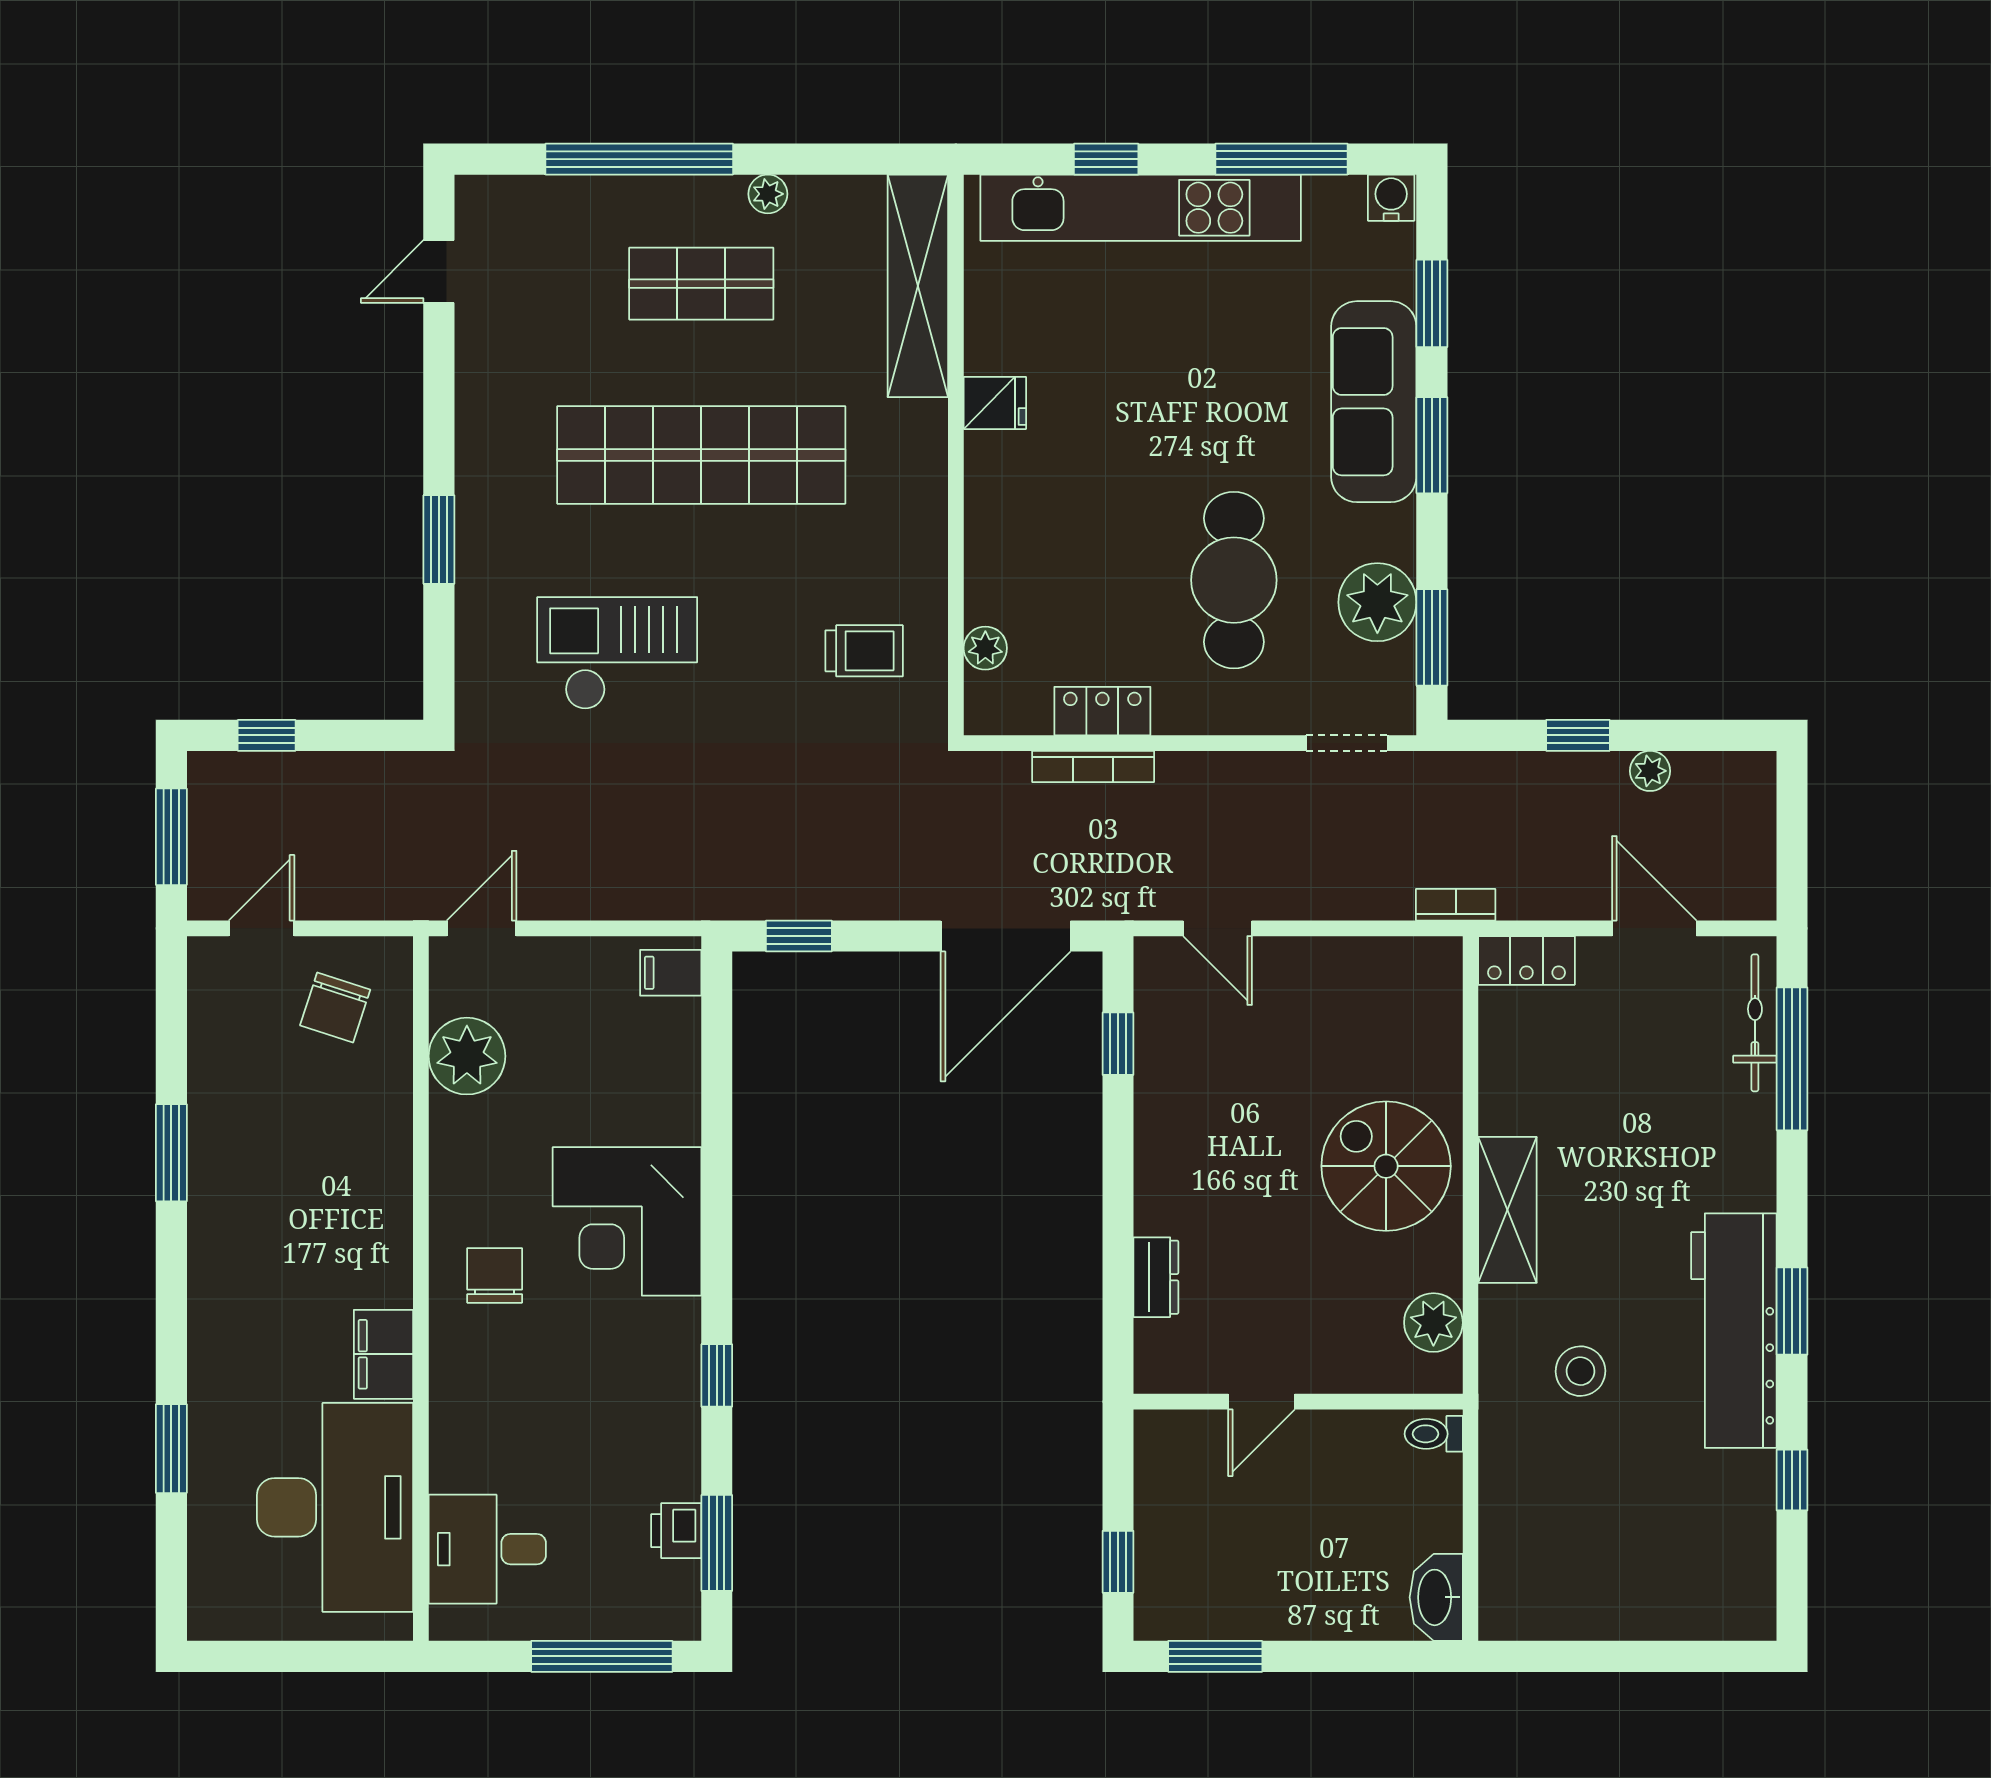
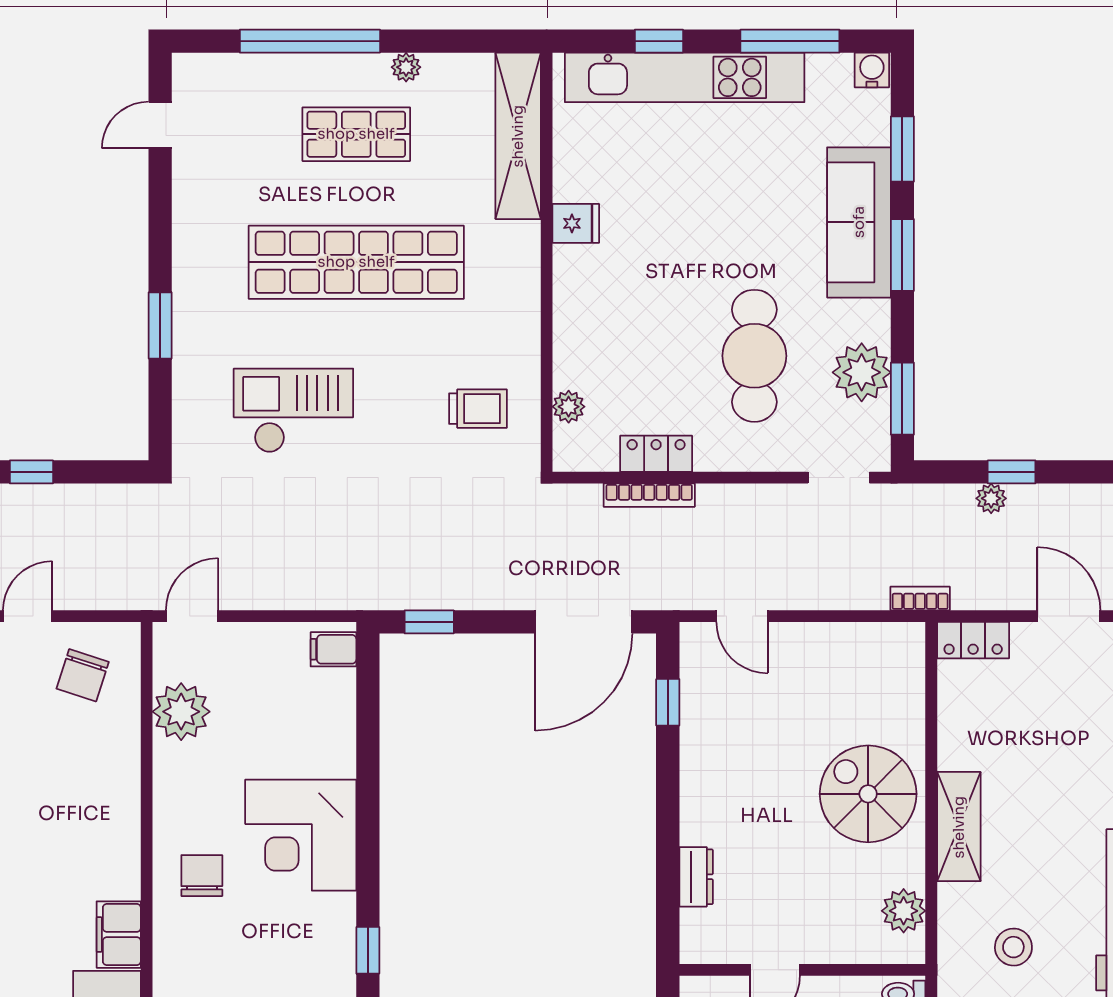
plant: (1650, 771) -> (991, 498), moved

